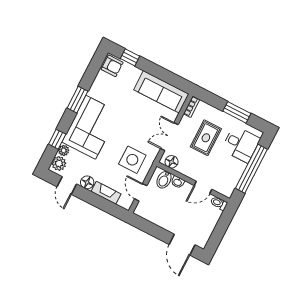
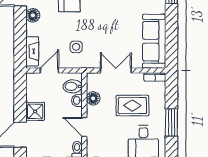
side table: (132, 160) -> (76, 47), width x0.54, depth x0.54
floor lamp: (172, 162) -> (93, 98), moved
fireplace: (106, 193) -> (32, 51), moved
shower: (169, 222) -> (35, 111), added

